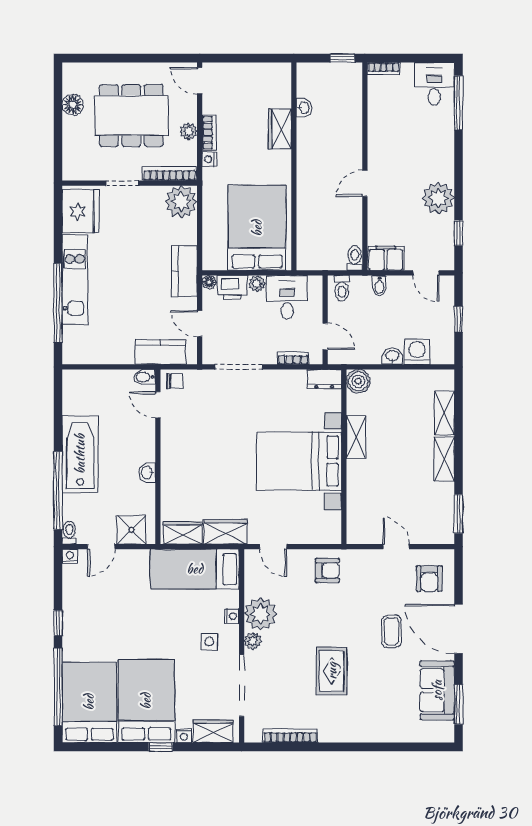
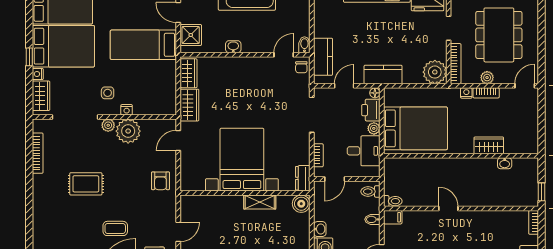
filing cabinet: (386, 258) -> (393, 217), width x0.50
bed: (195, 569) -> (143, 45), moved, turned -90

